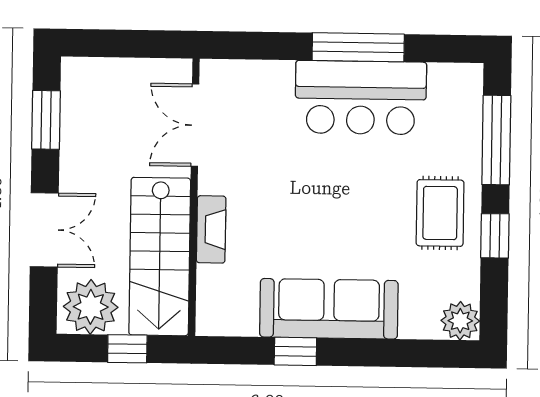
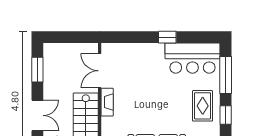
window: (358, 47) -> (167, 37), width x0.46
bar counter: (361, 98) -> (192, 58), moved
fireplace: (211, 229) -> (107, 102), moved

